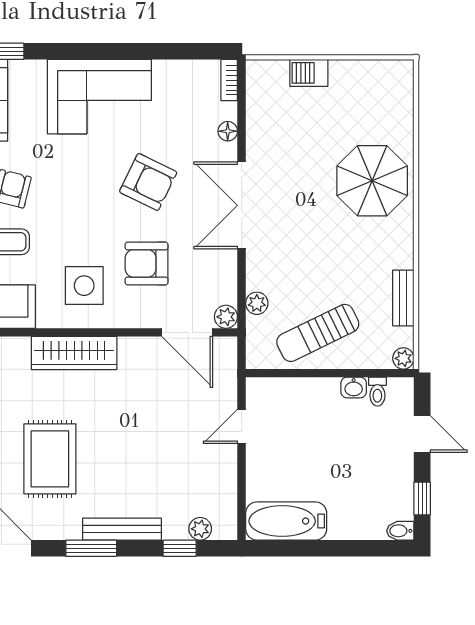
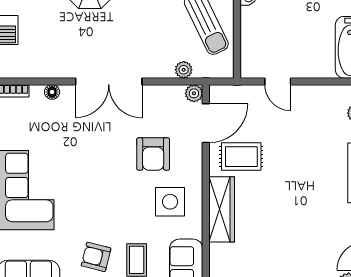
armchair: (148, 182) -> (91, 153), removed
rug: (50, 459) -> (241, 157), moved, width x0.73, depth x0.70

